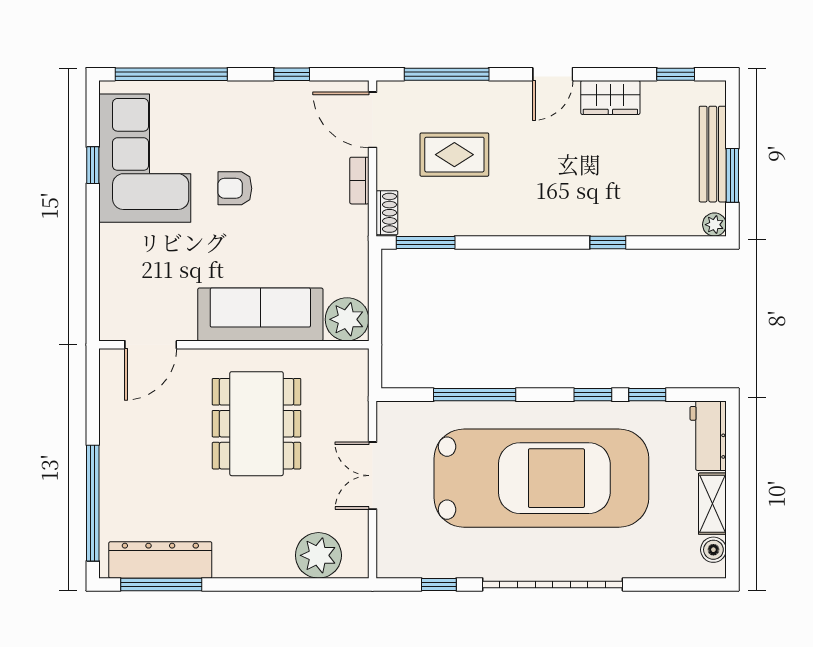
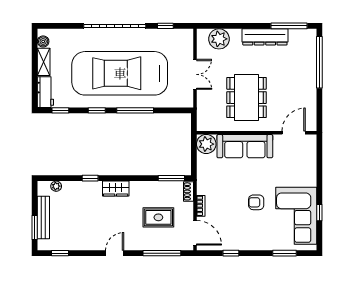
window: (171, 74) -> (284, 253), width x0.47
wardrobe: (610, 97) -> (116, 189), moved, turned 180
window: (732, 175) -> (35, 227), moved
armchair: (235, 188) -> (256, 202), turned 180
plant: (714, 225) -> (56, 186), moved
window: (475, 395) -> (135, 110), moved
window: (647, 395) -> (60, 110), moved
dresser: (160, 560) -> (265, 37), moved

